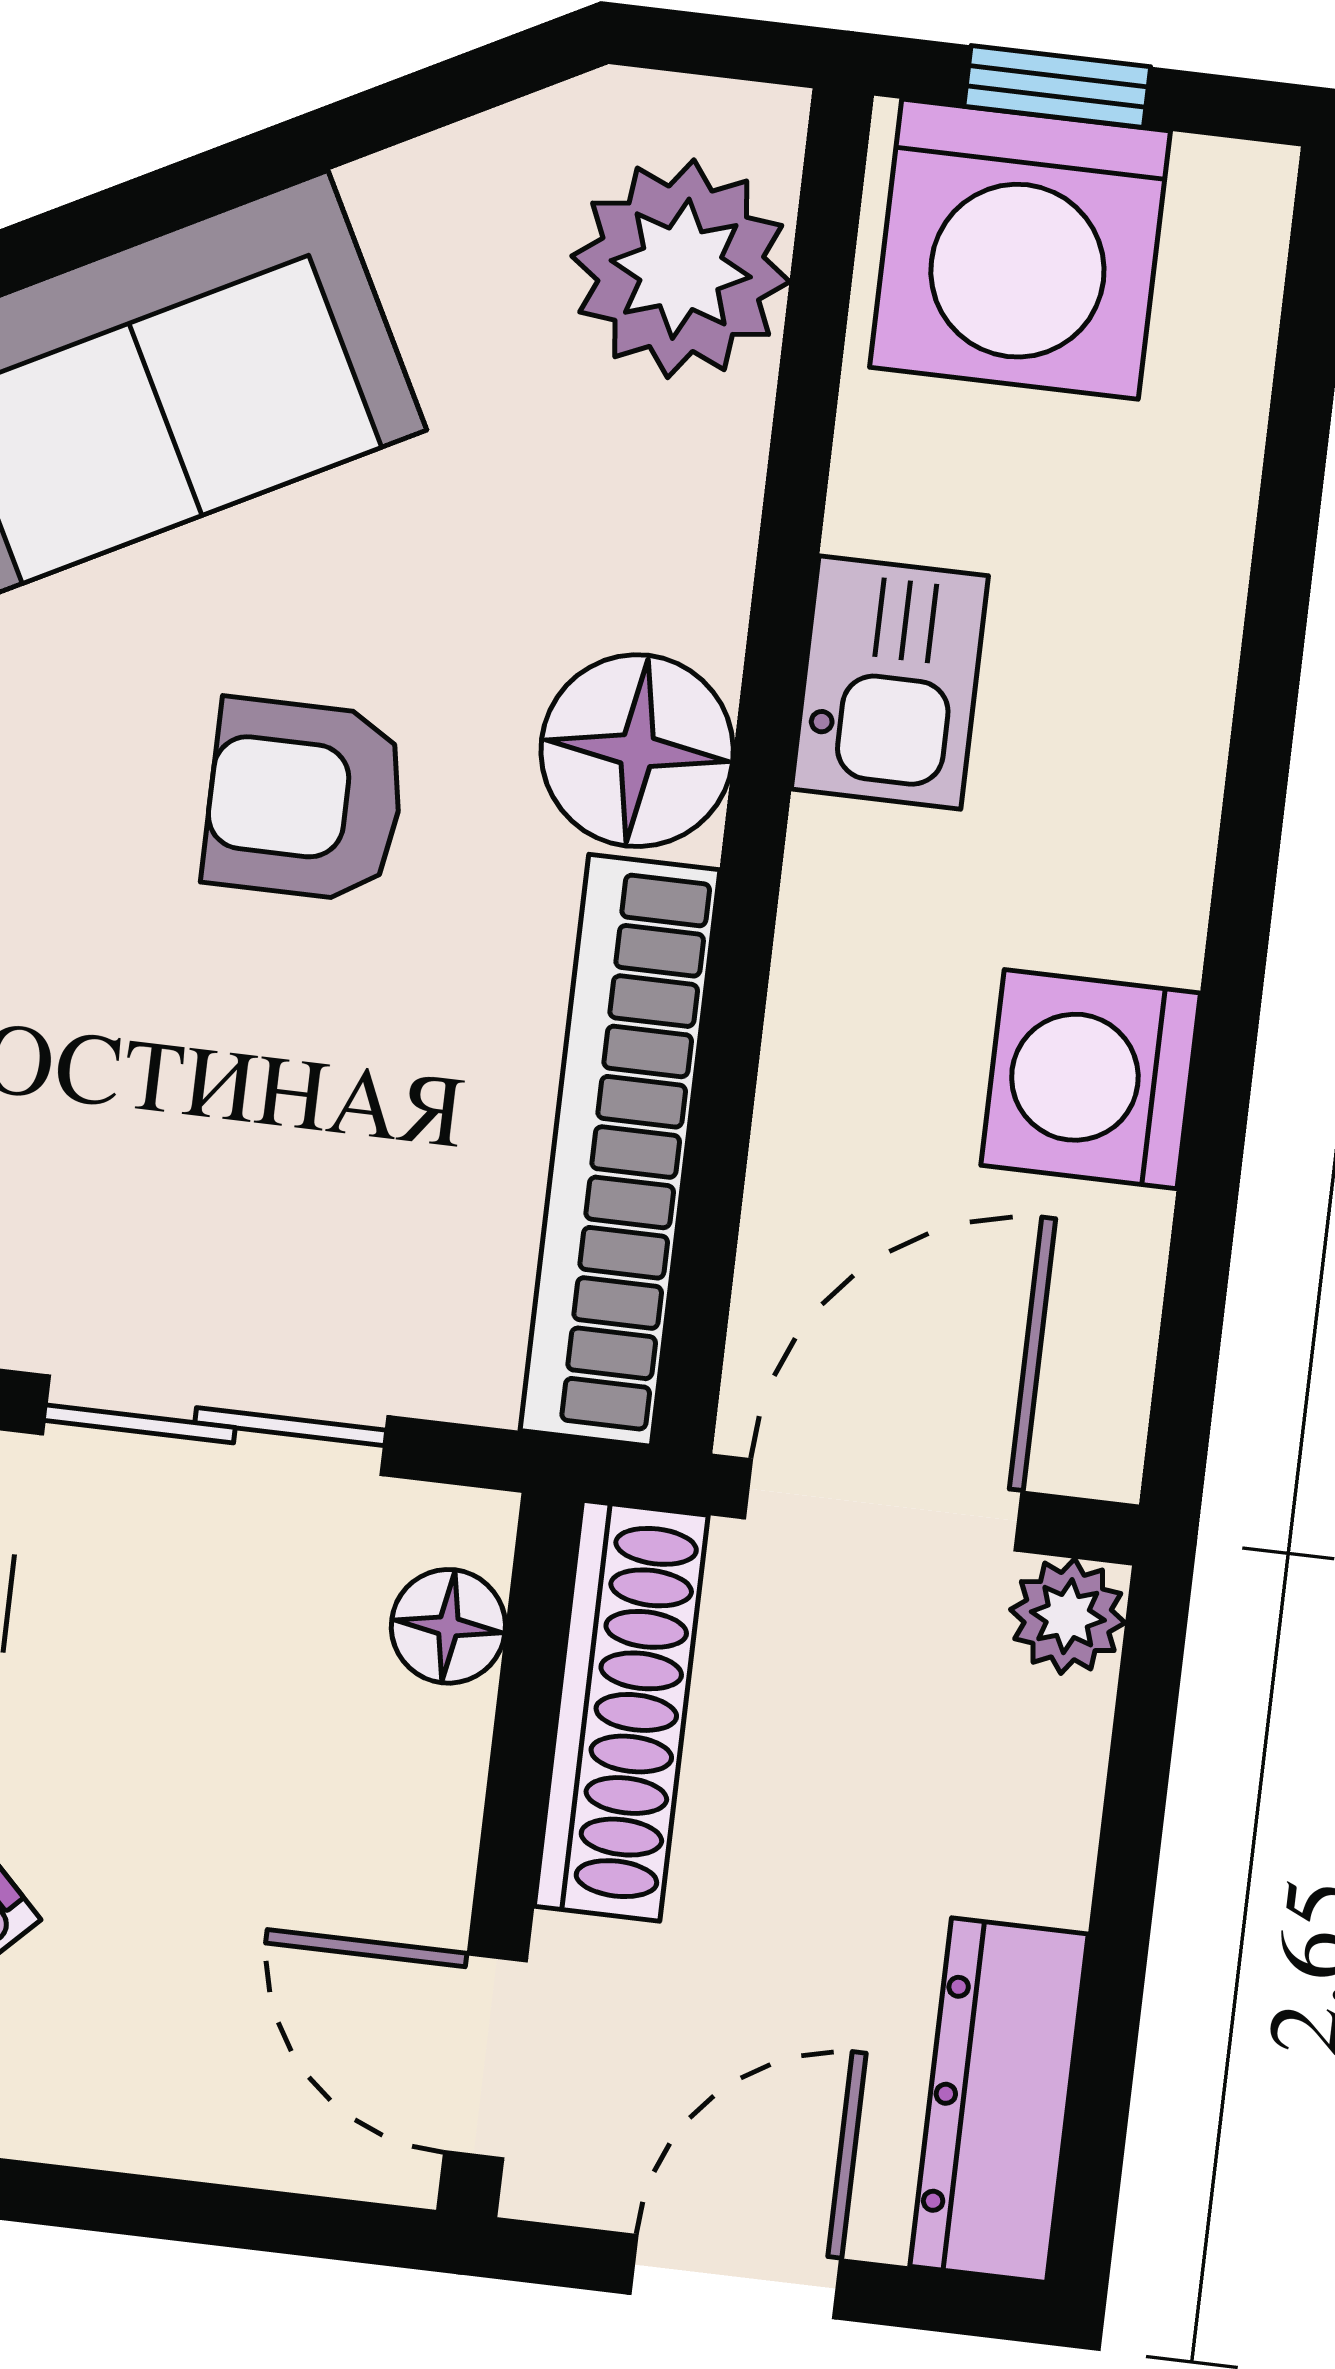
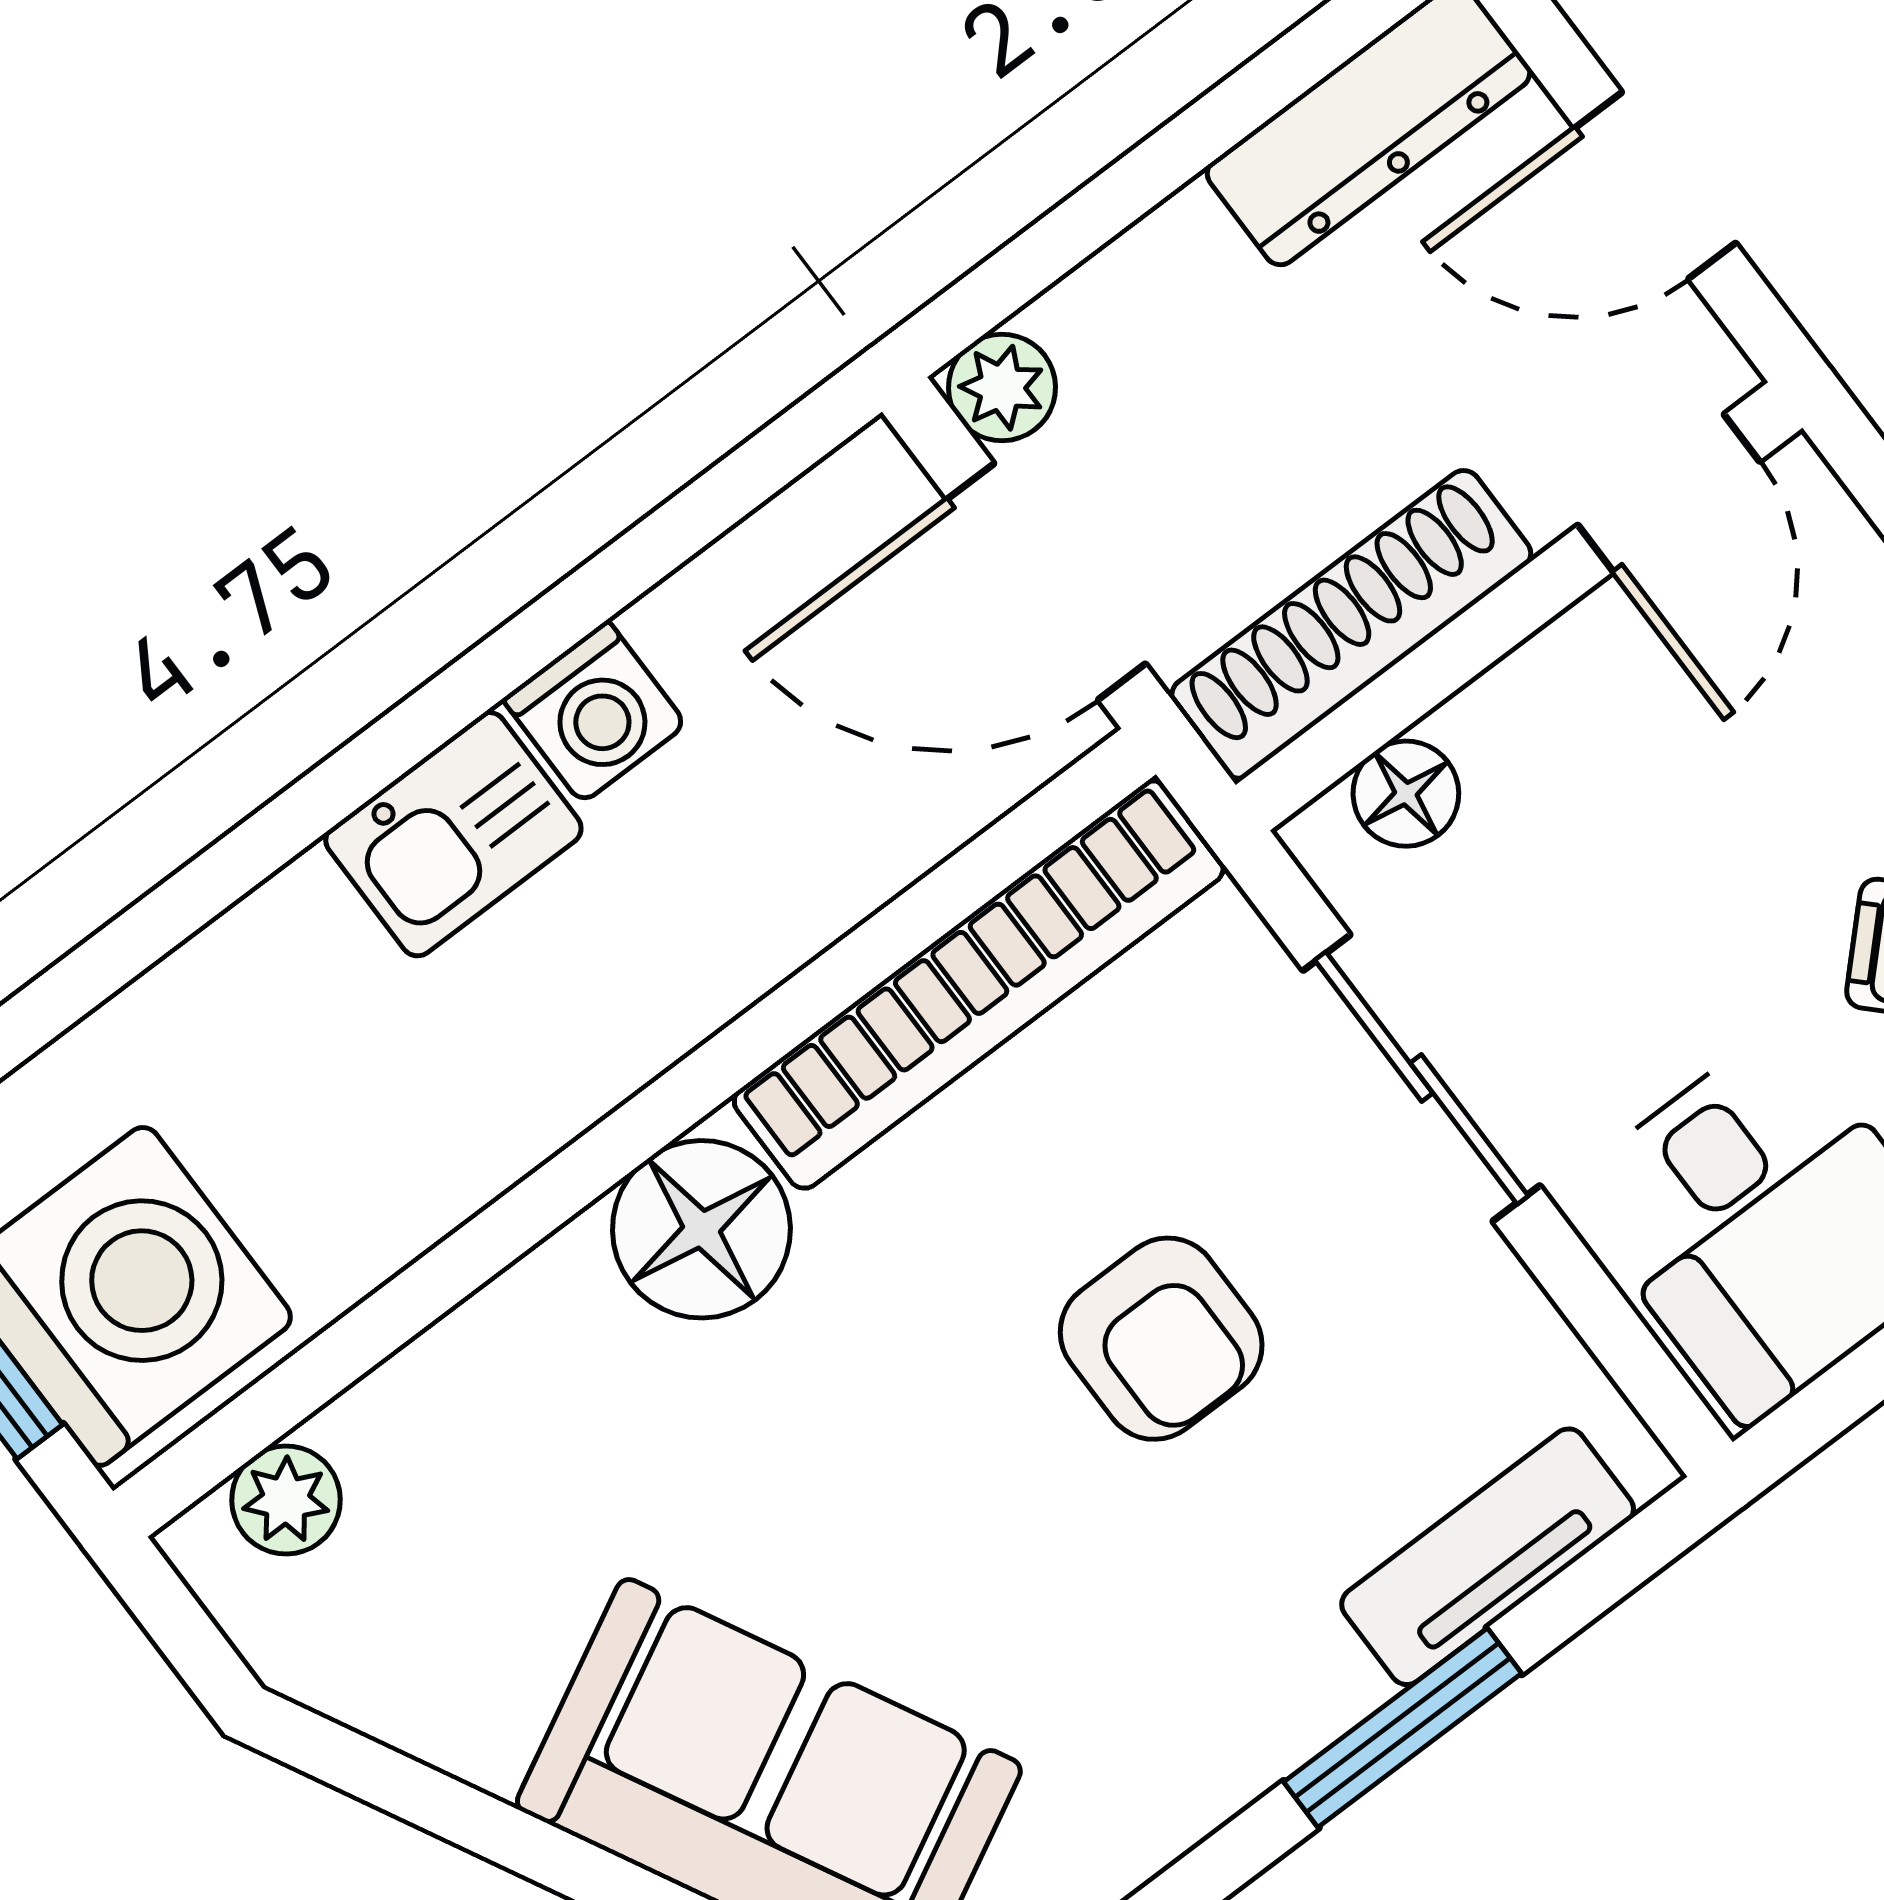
plant: (681, 269) -> (286, 1500), width x0.53, depth x0.53
kitchen sink: (890, 682) -> (453, 834), moved, turned 180
armchair: (305, 800) -> (1161, 1339), moved
washing machine: (1091, 1079) -> (594, 712), width x0.73, depth x0.73

